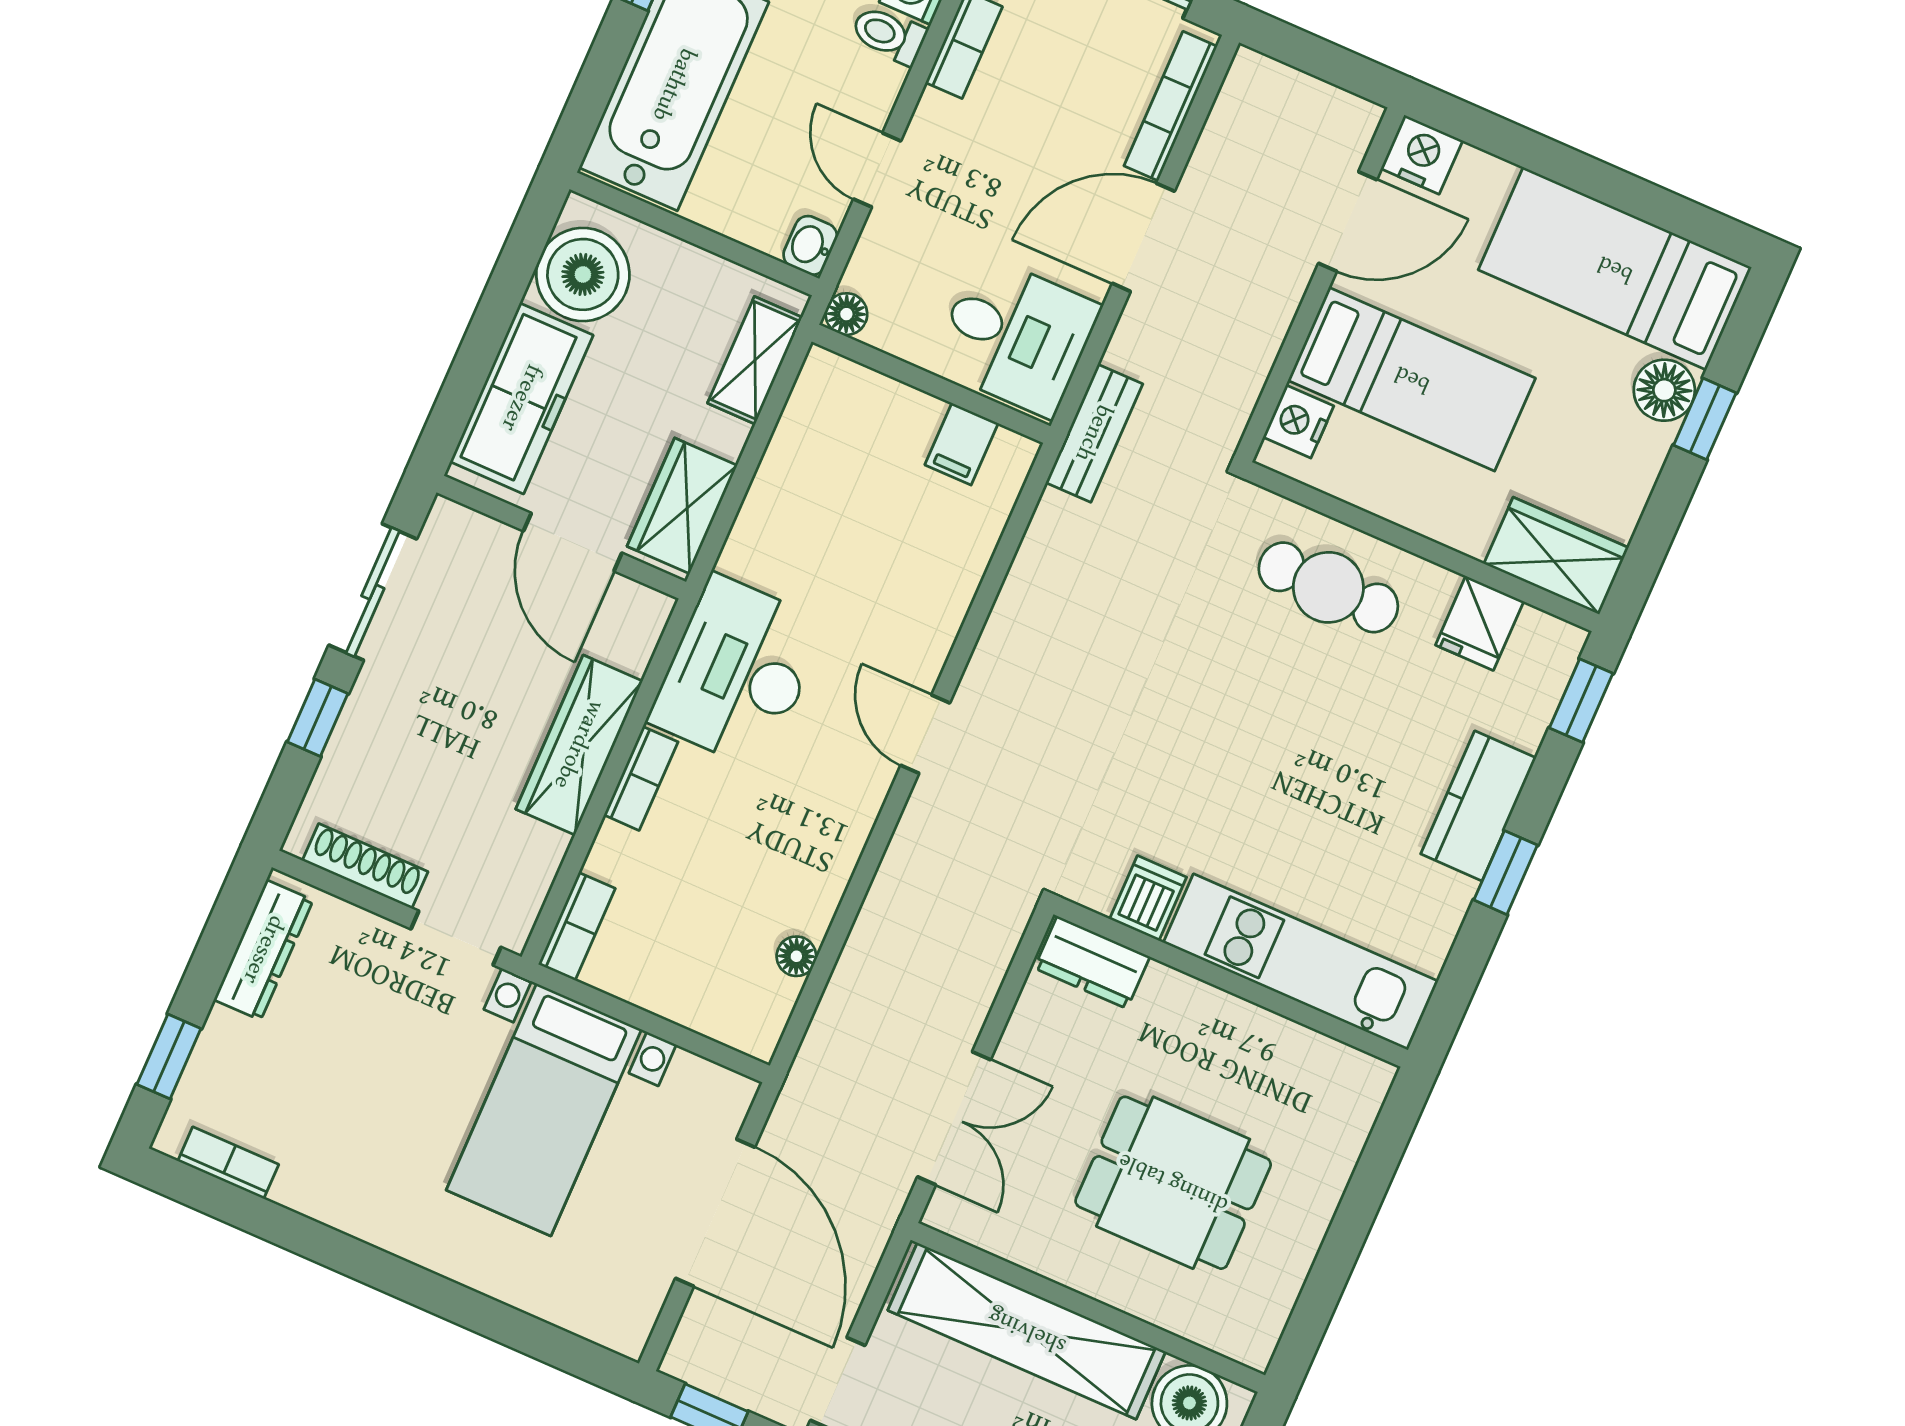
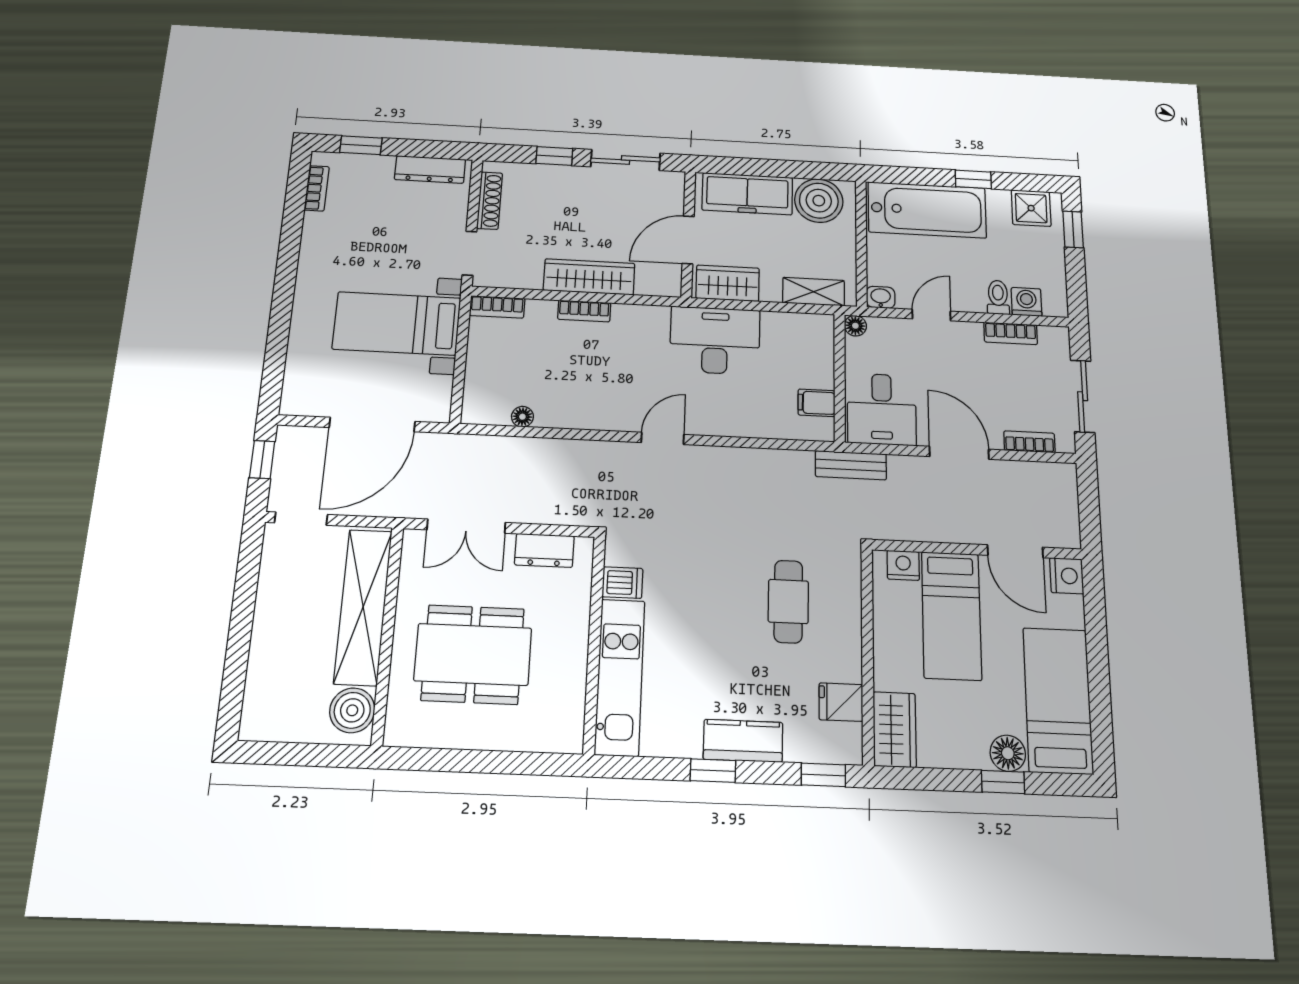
bookcase: (1171, 106) -> (1029, 442), width x0.64
cafe table: (1328, 587) -> (788, 601), moved
desk: (738, 672) -> (715, 340), moved
dresser: (1092, 962) -> (544, 550), moved, turned -90
dining table: (1173, 1183) -> (473, 654), width x1.38

